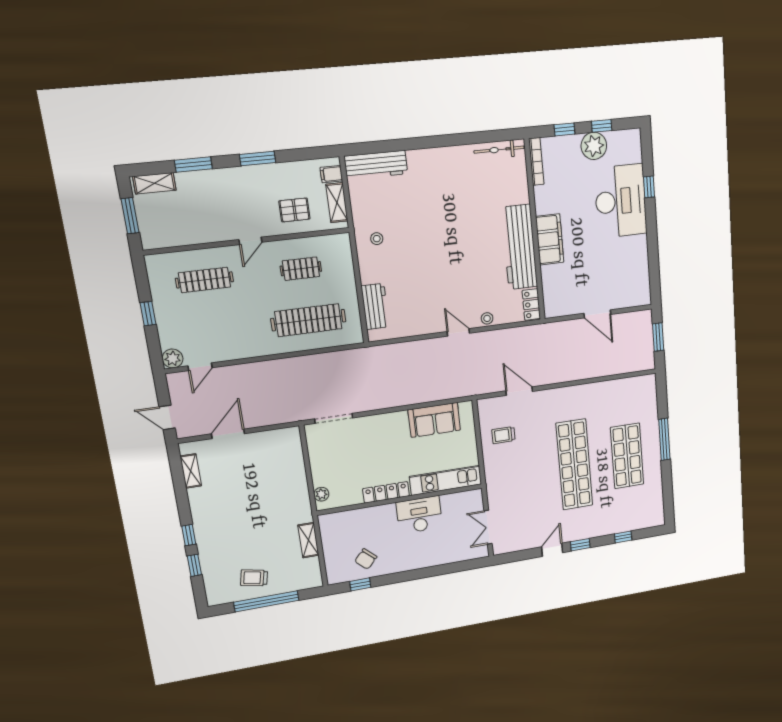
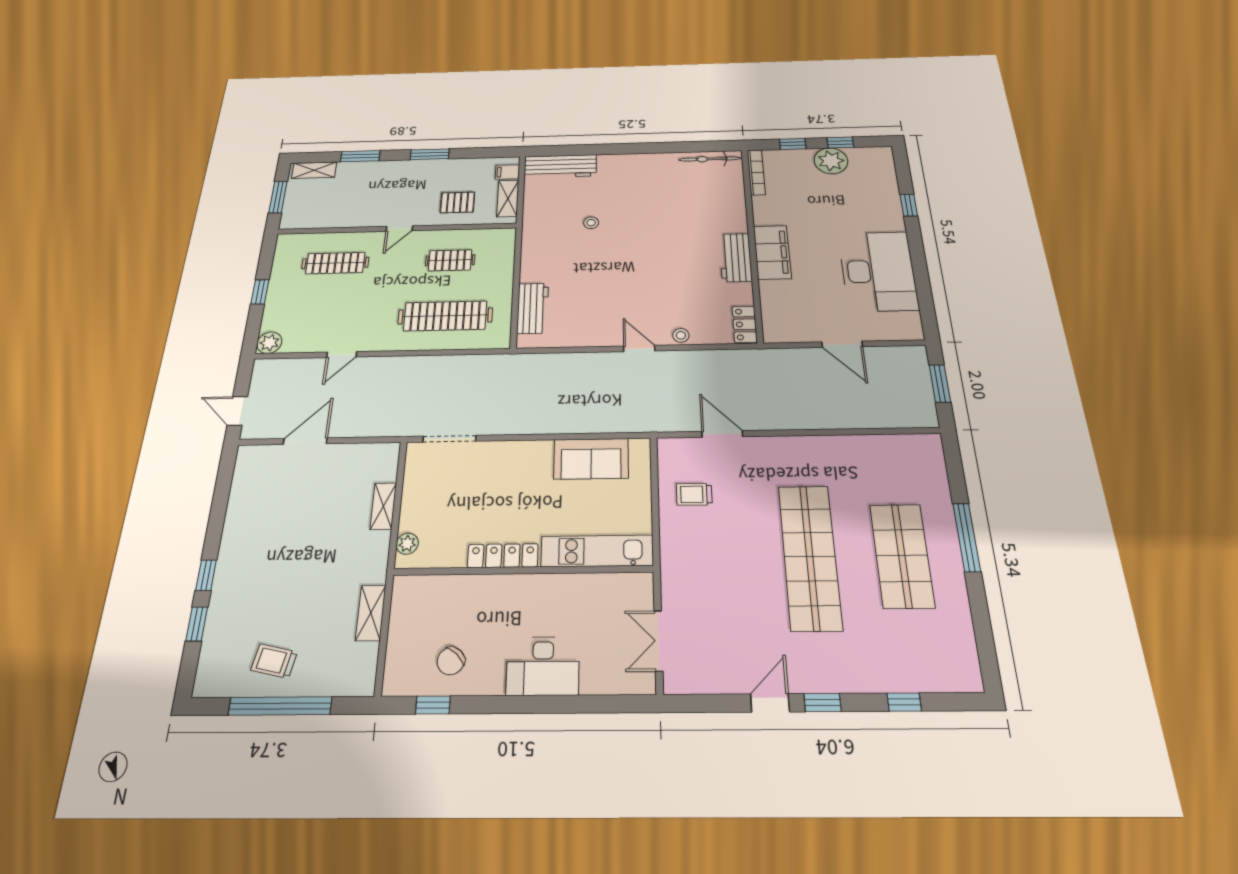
desk: (621, 201) -> (878, 271), moved
stool: (377, 239) -> (591, 223), moved
workbench: (520, 247) -> (736, 258), width x0.53, depth x0.76
door: (200, 367) -> (342, 355), moved
shelving: (191, 471) -> (383, 506), moved
desk: (419, 515) -> (543, 666), moved, turned 180

